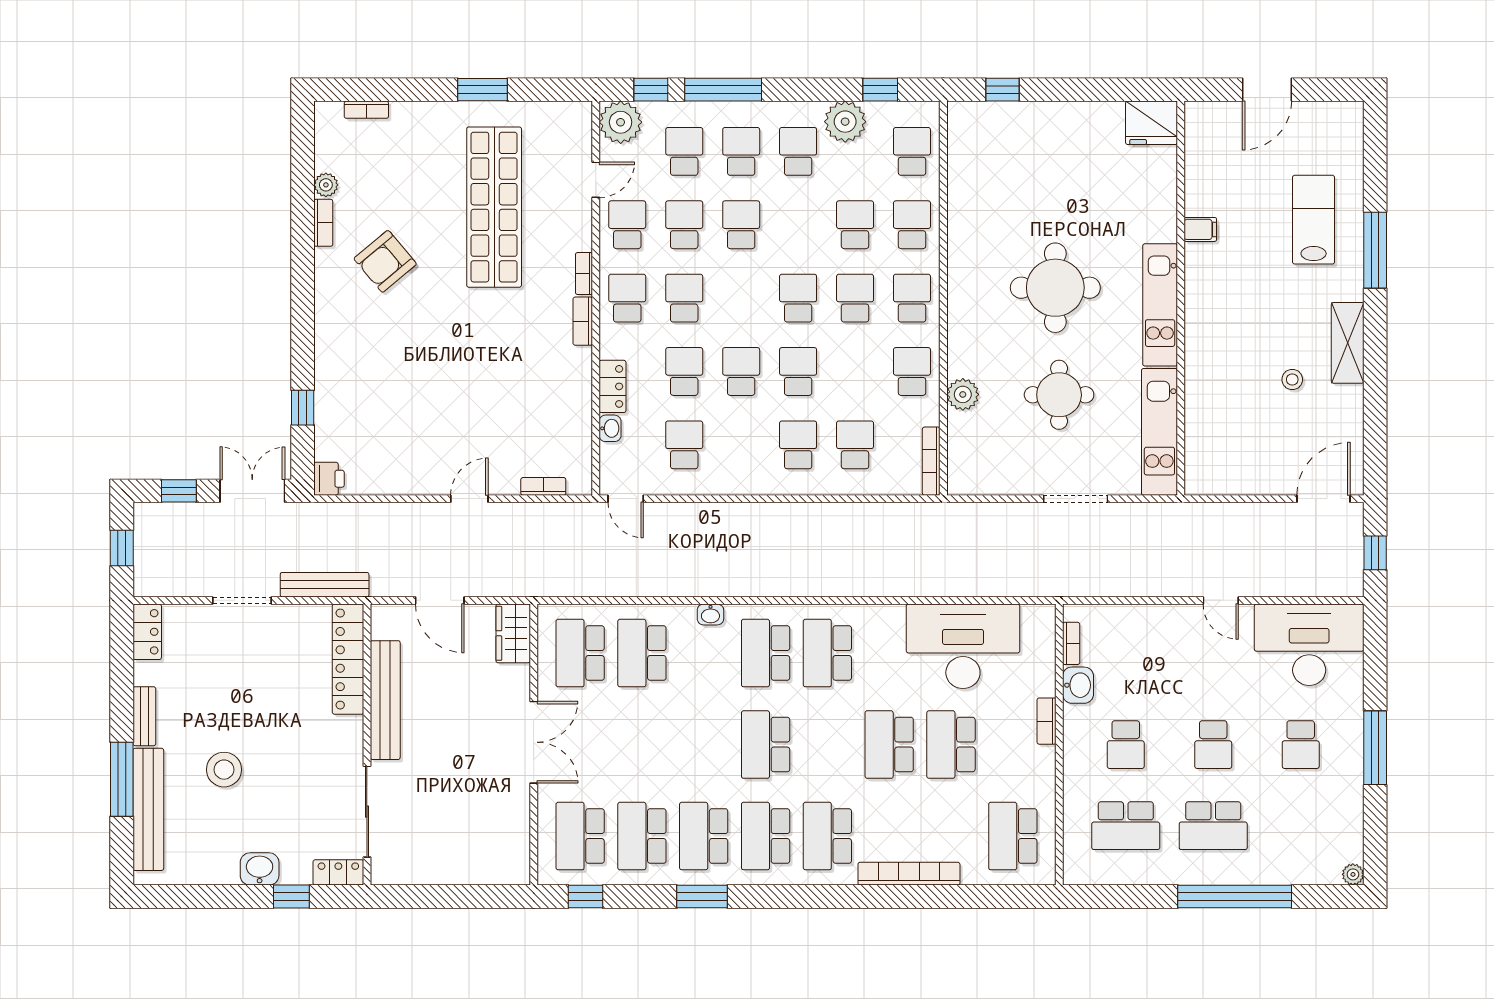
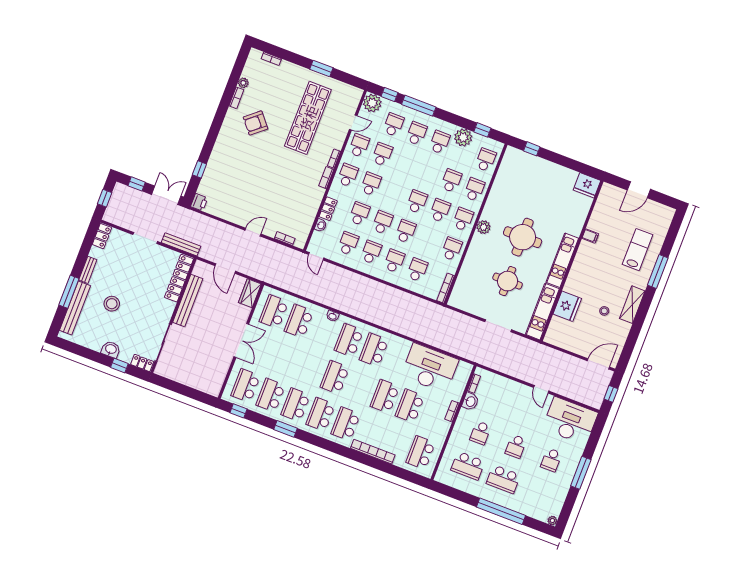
school desk: (741, 225) -> (371, 252), moved
plant: (963, 394) -> (483, 227), moved
fridge: (1209, 400) -> (567, 306), added

